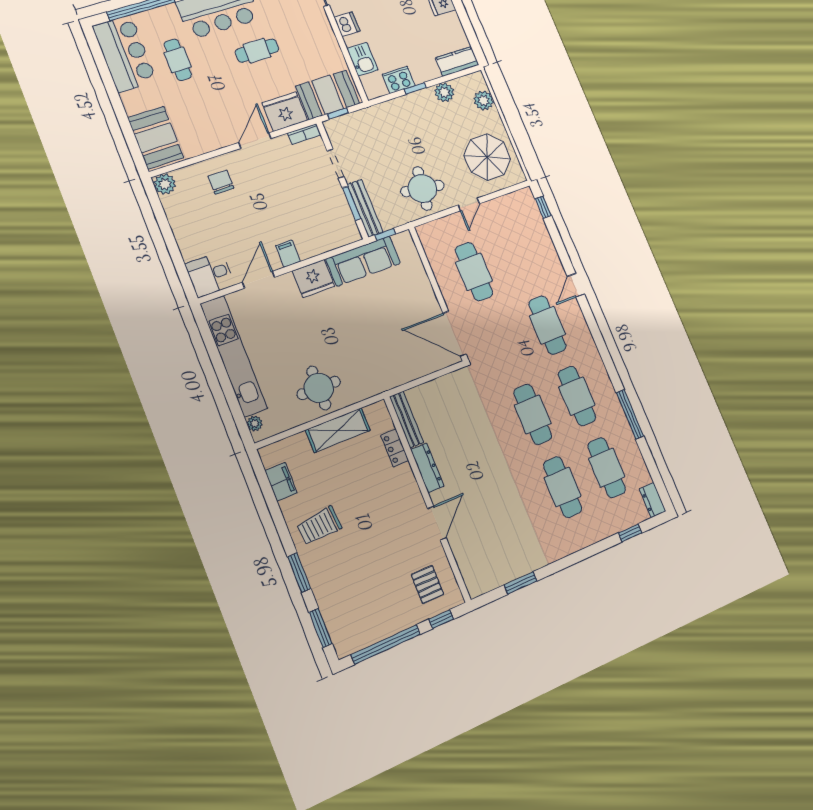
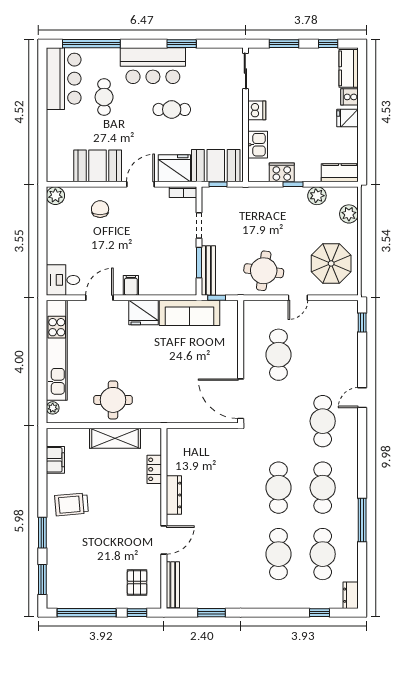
booth: (156, 138) -> (98, 166), moved, turned 90
bench: (406, 419) -> (173, 585), moved

